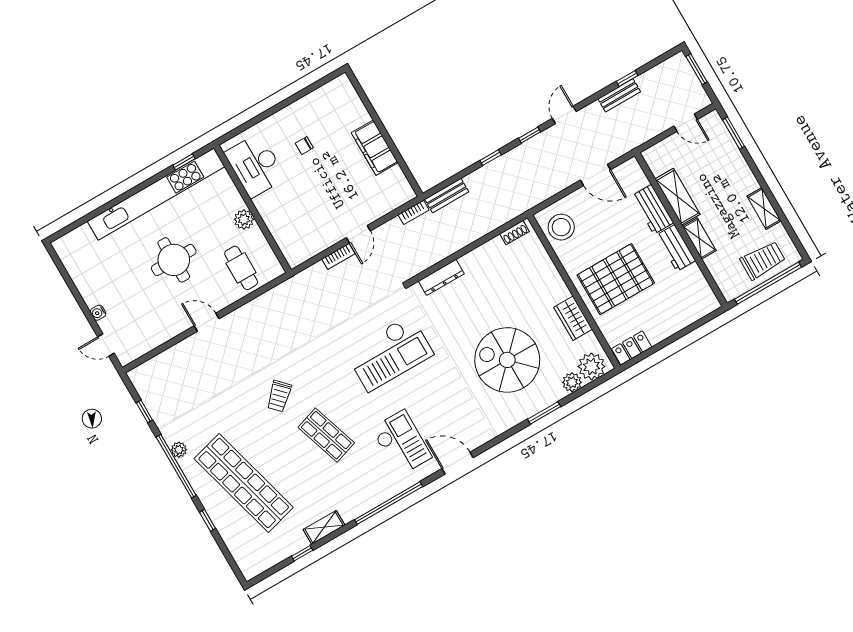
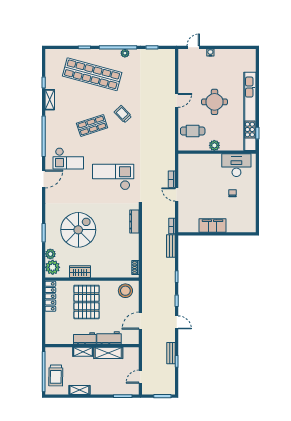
locker: (632, 348) -> (50, 296), width x1.53
checkout: (389, 353) -> (113, 177), turned 90
shop shelf: (244, 483) -> (92, 74), turned 30

